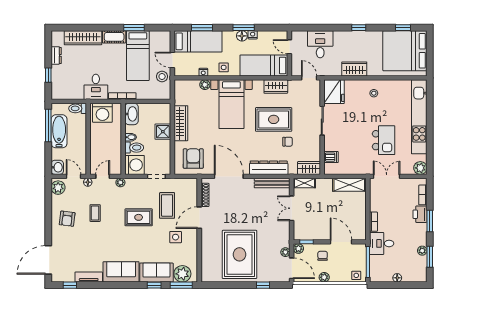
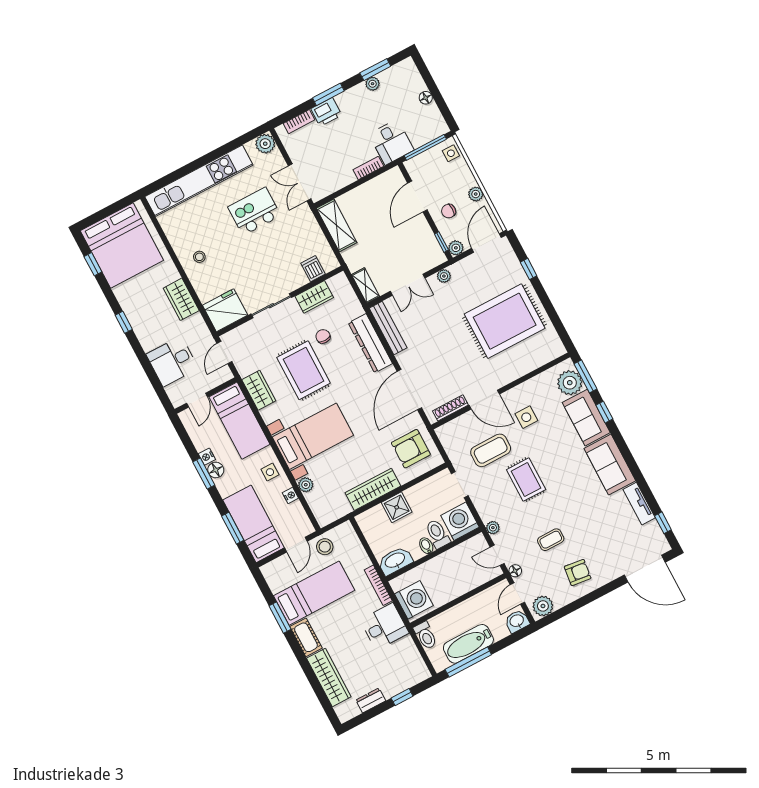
wardrobe: (309, 168) -> (314, 297), moved, turned -90
plant: (285, 252) -> (444, 276), moved

